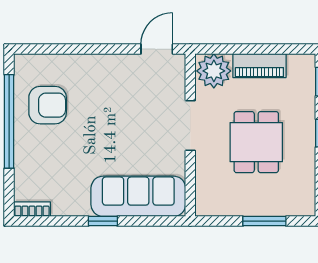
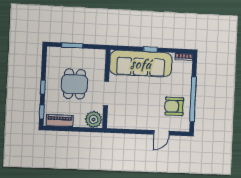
door: (157, 49) -> (161, 133), moved
piano: (259, 66) -> (60, 121), moved
sofa: (138, 196) -> (141, 64), width x1.36, depth x1.27

